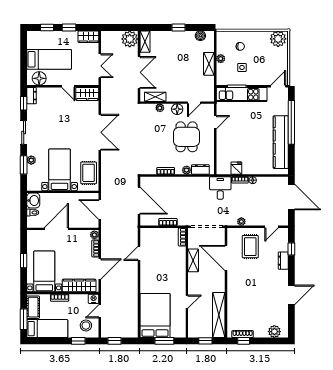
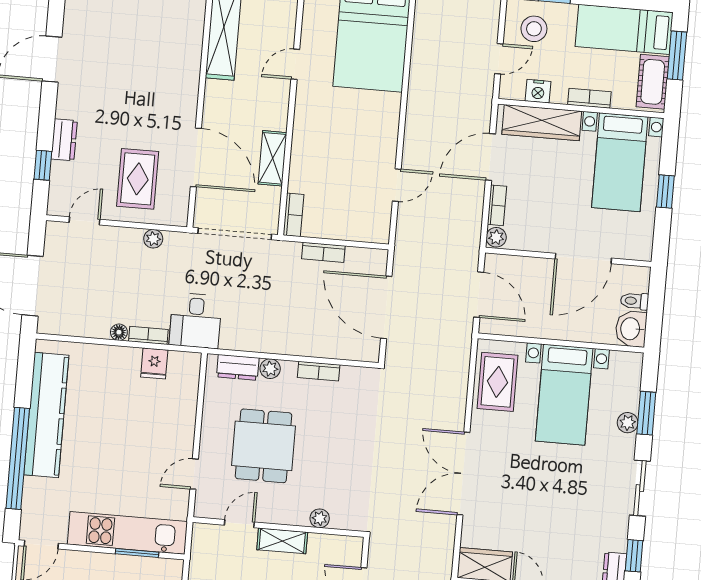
shelving: (155, 97) -> (282, 541), moved
floor lamp: (177, 109) -> (280, 512), removed
nightstand: (94, 299) -> (538, 91), moved

